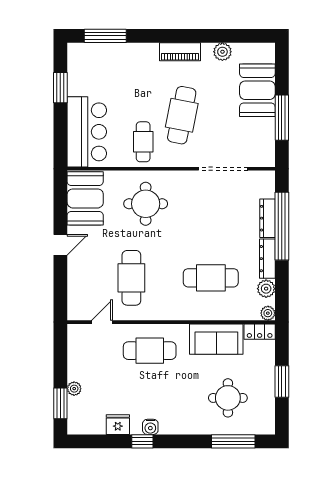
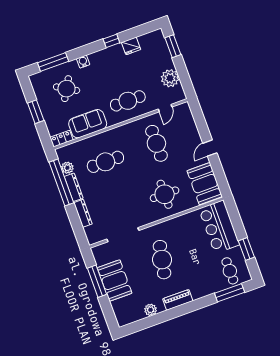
booth: (257, 90) -> (115, 281), moved
cafe table: (143, 142) -> (230, 271), moved
window: (282, 226) -> (61, 183), moved
plant: (268, 313) -> (61, 152), removed
plant: (74, 389) -> (170, 78), moved, width x1.87, depth x1.87
round table: (228, 398) -> (67, 89), turned 30
water cooler: (150, 427) -> (83, 62), moved

